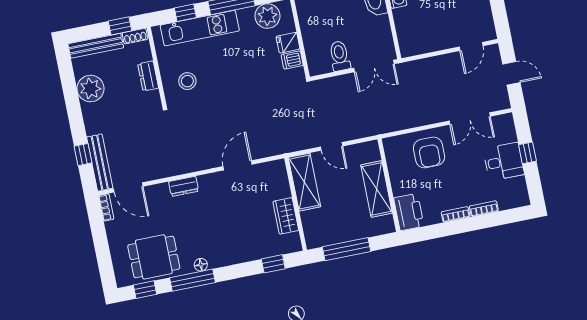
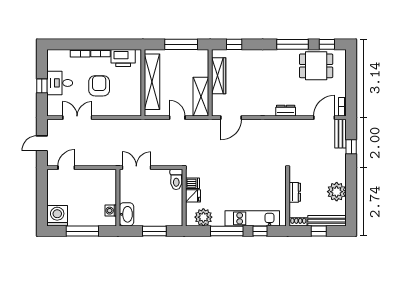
window: (120, 26) -> (319, 231), moved
toilet: (340, 56) -> (176, 179), moved
door: (511, 73) -> (42, 143), hinge flipped
stool: (187, 81) -> (268, 183), removed
armchair: (429, 152) -> (99, 86), moved
bench: (100, 163) -> (340, 134), width x0.73
door: (238, 165) -> (231, 118), moved
door: (128, 187) -> (324, 118), hinge flipped
shelving: (376, 189) -> (152, 82), width x1.47
printer: (409, 212) -> (123, 58), moved, turned -90
wardrobe: (286, 216) -> (219, 76), width x1.50
floor lamp: (201, 265) -> (285, 54), removed

